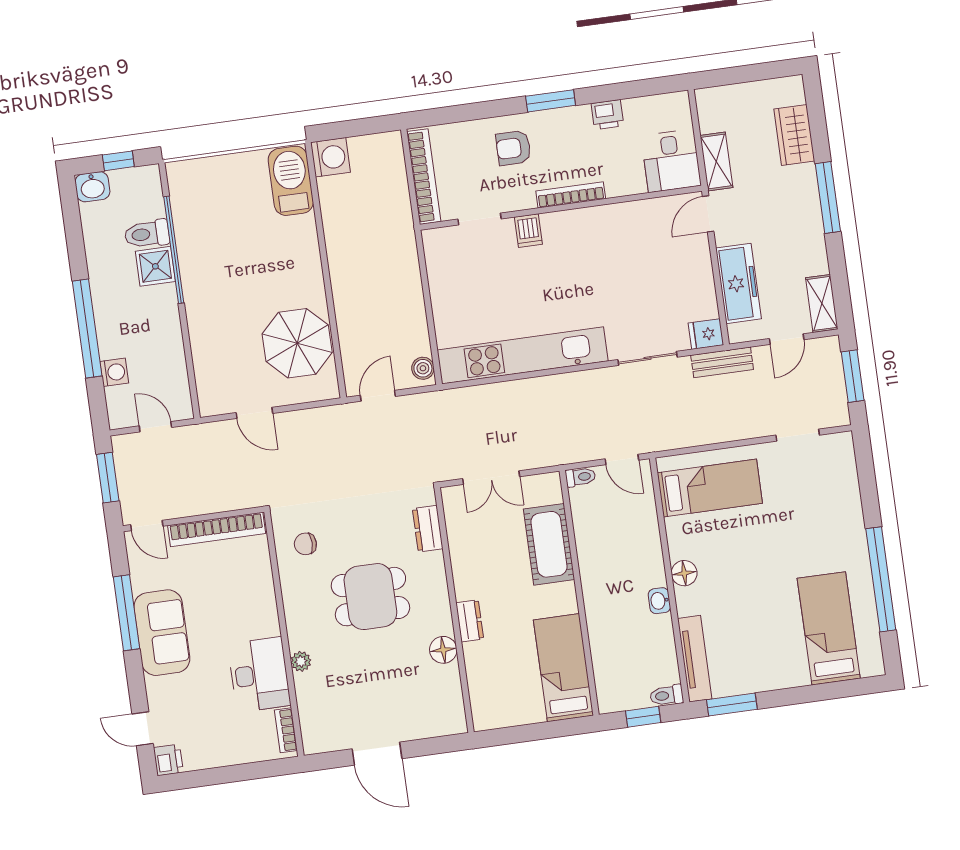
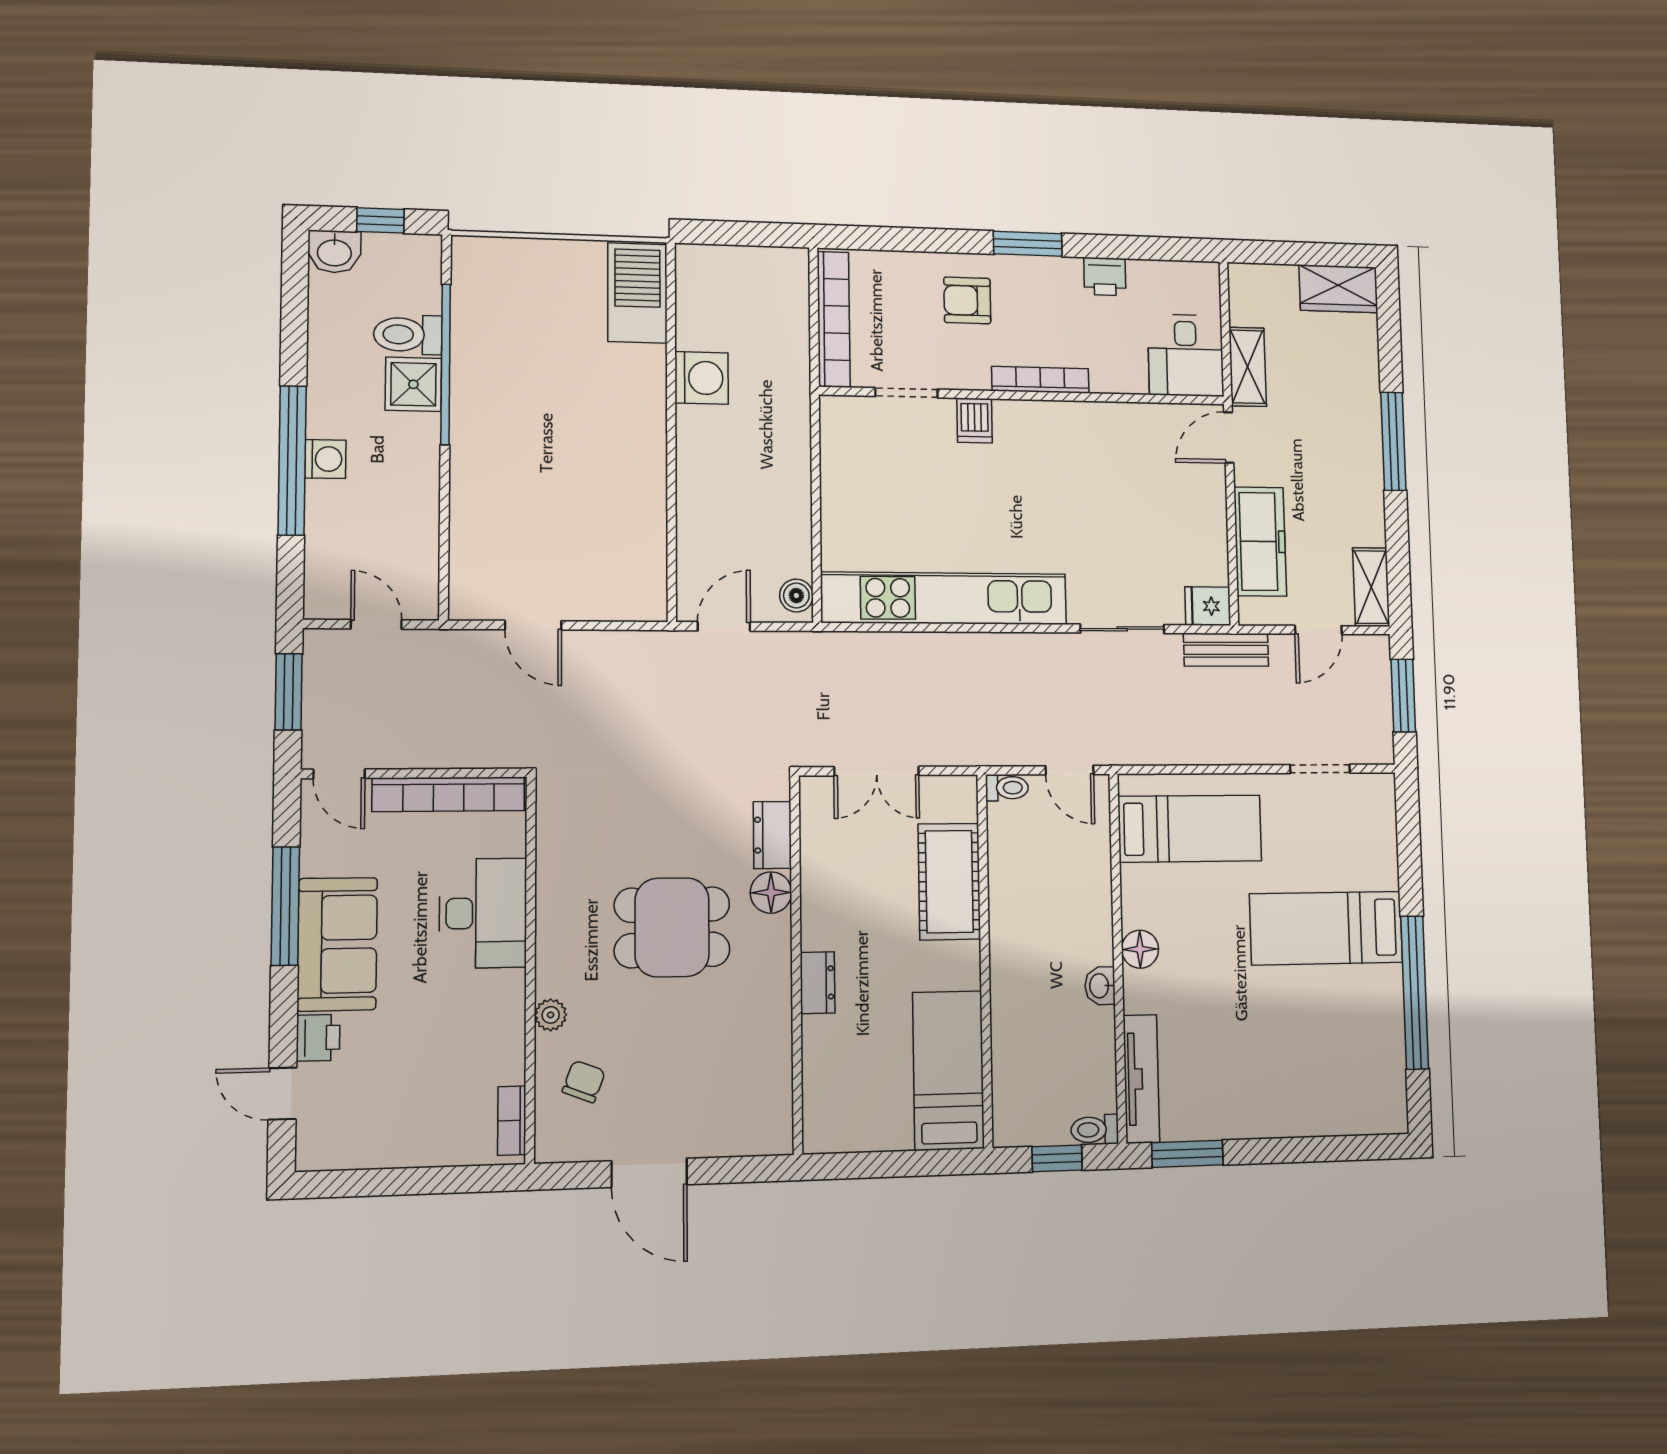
wardrobe: (794, 135) -> (1338, 289), moved, turned -90
washing machine: (331, 157) -> (702, 378), moved
parasol: (297, 343) -> (613, 531), removed
washing machine: (114, 372) -> (325, 459), moved
chair: (305, 544) -> (584, 1081), moved, turned 111
bed: (829, 628) -> (1326, 928), moved, turned -90
floor lamp: (443, 650) -> (771, 893), moved
desk: (259, 675) -> (483, 913), moved
printer: (168, 760) -> (318, 1038), moved

